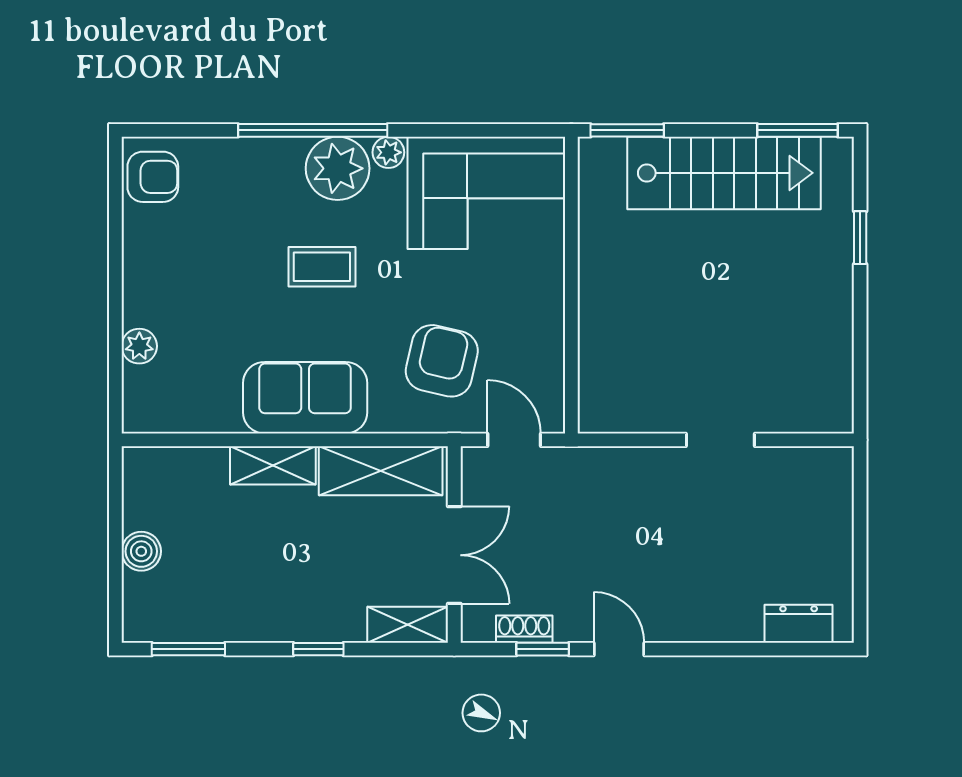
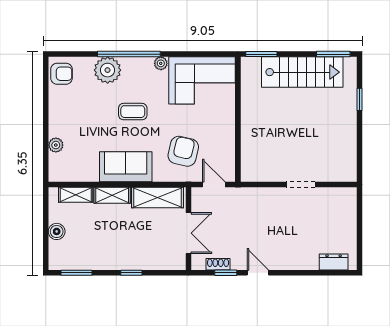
plant: (338, 168) -> (108, 70), moved
shelving: (408, 625) -> (76, 195), moved

